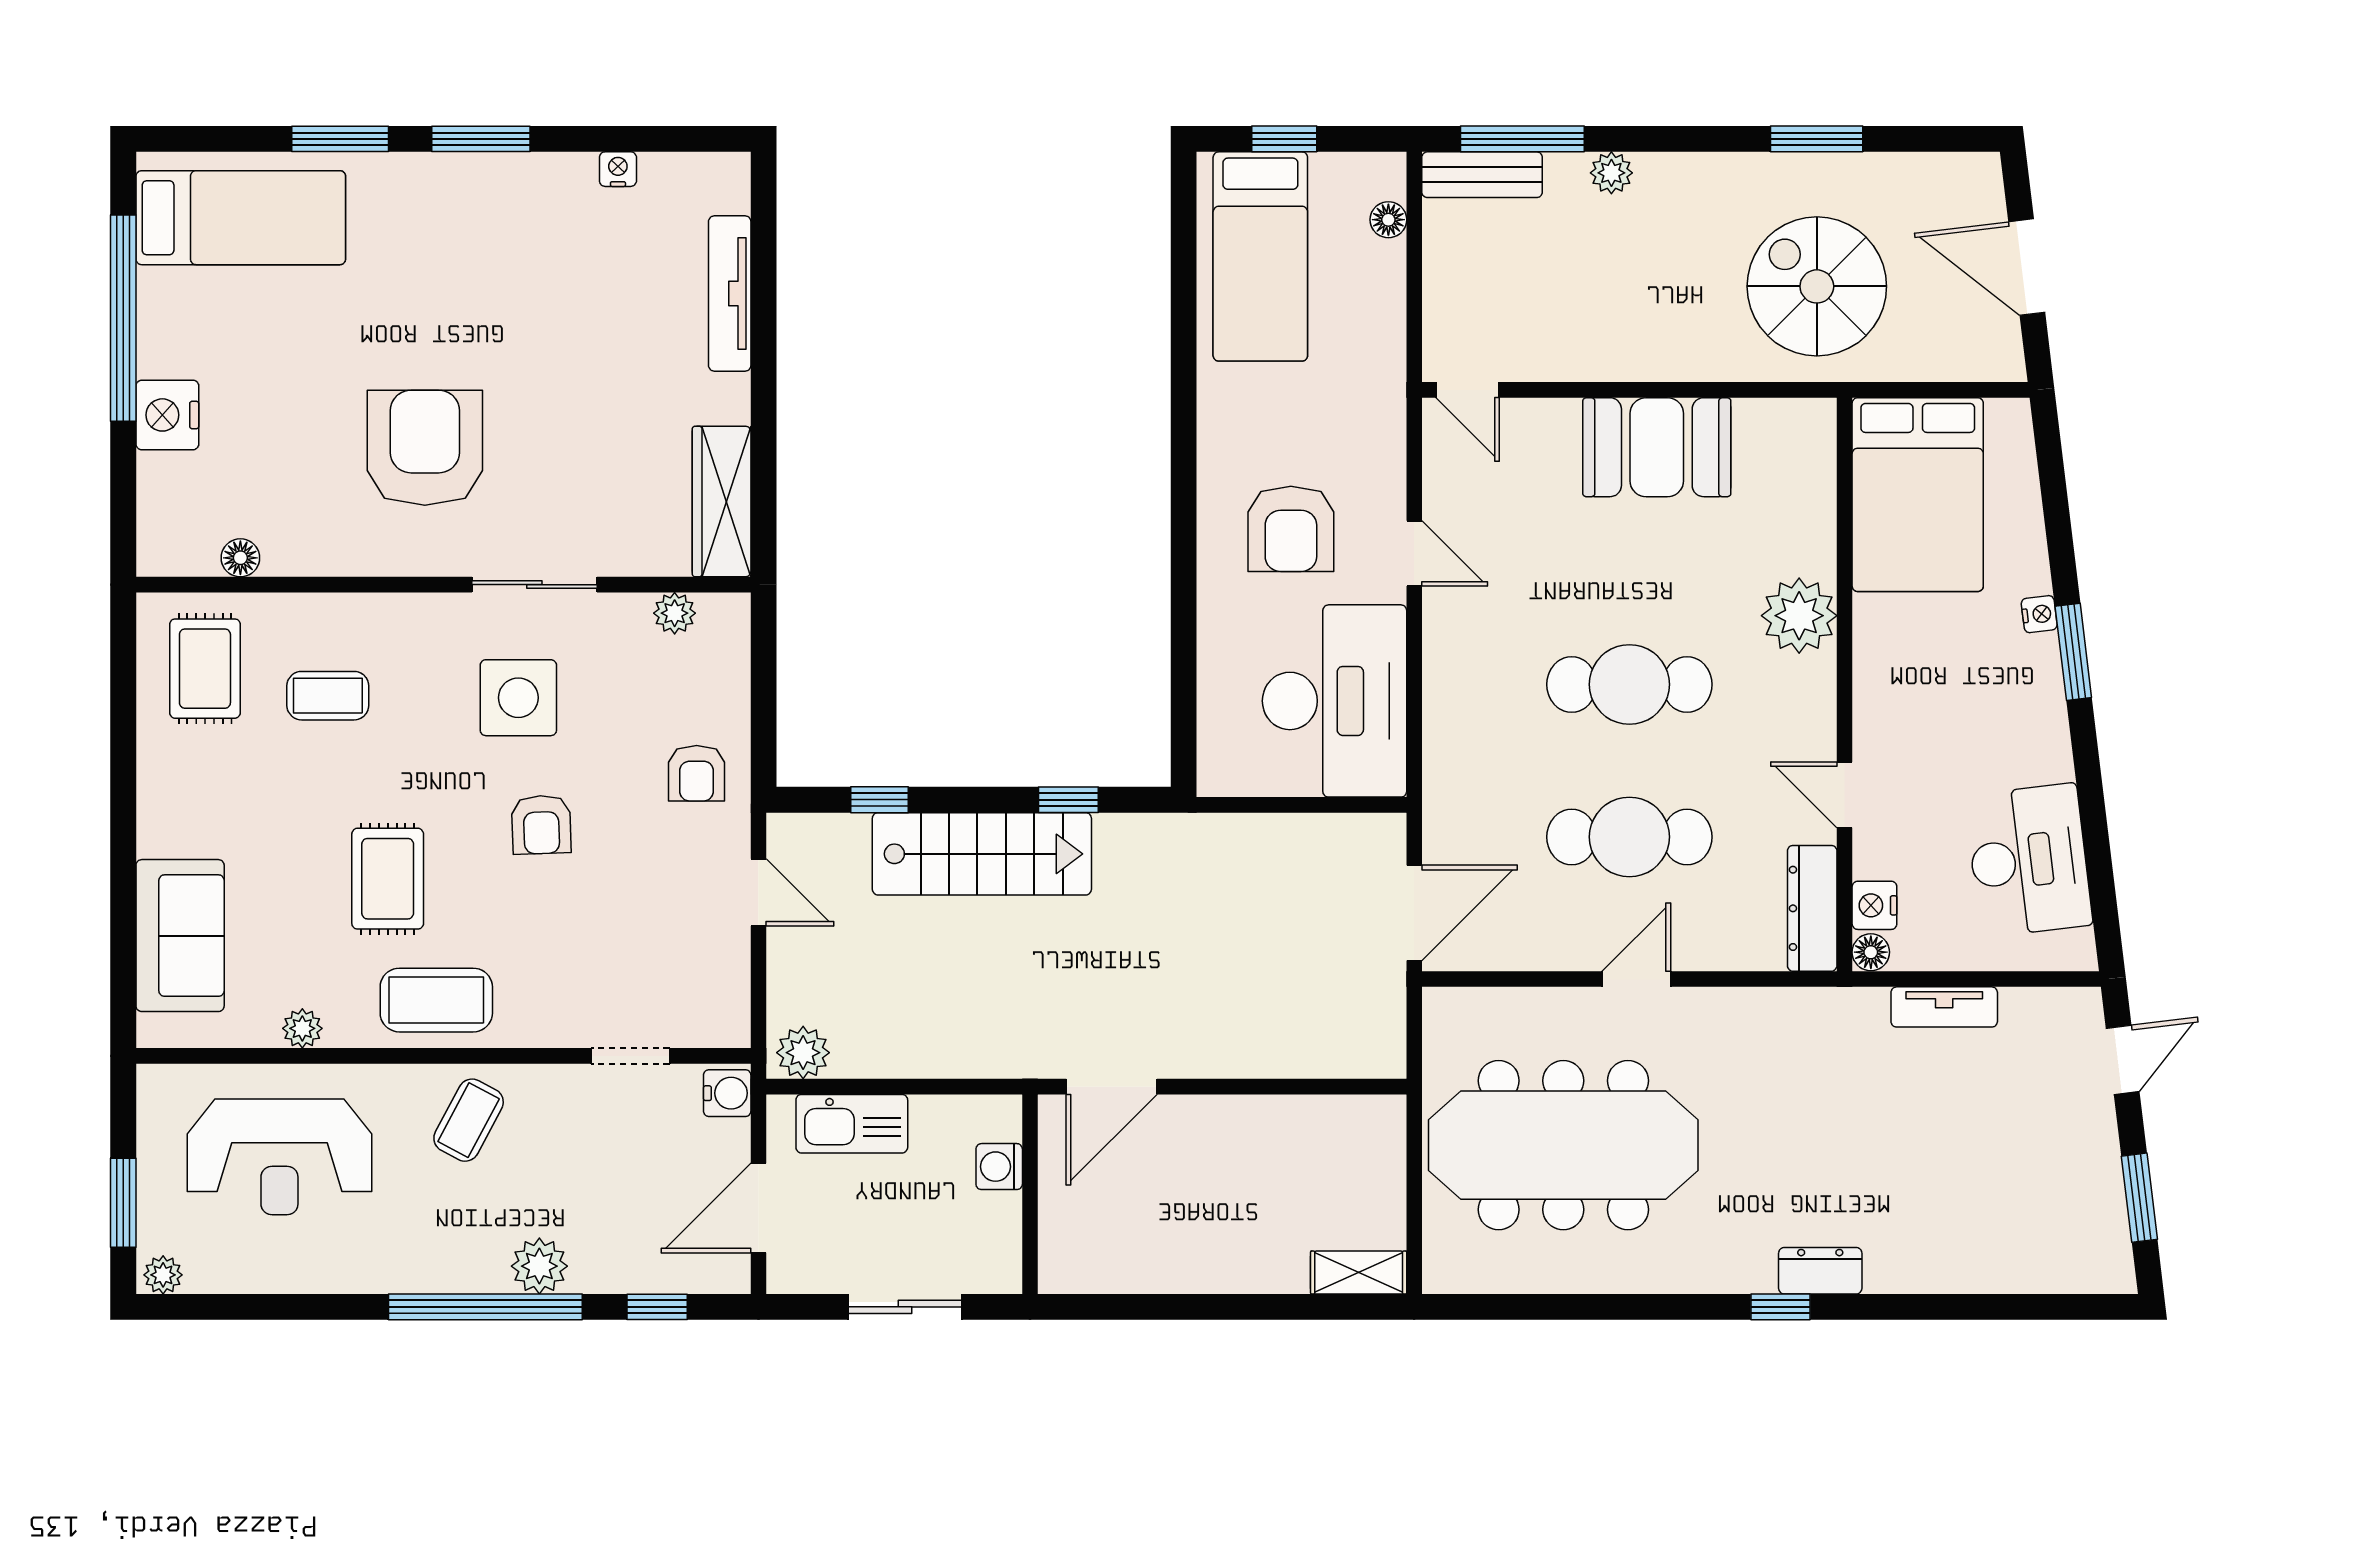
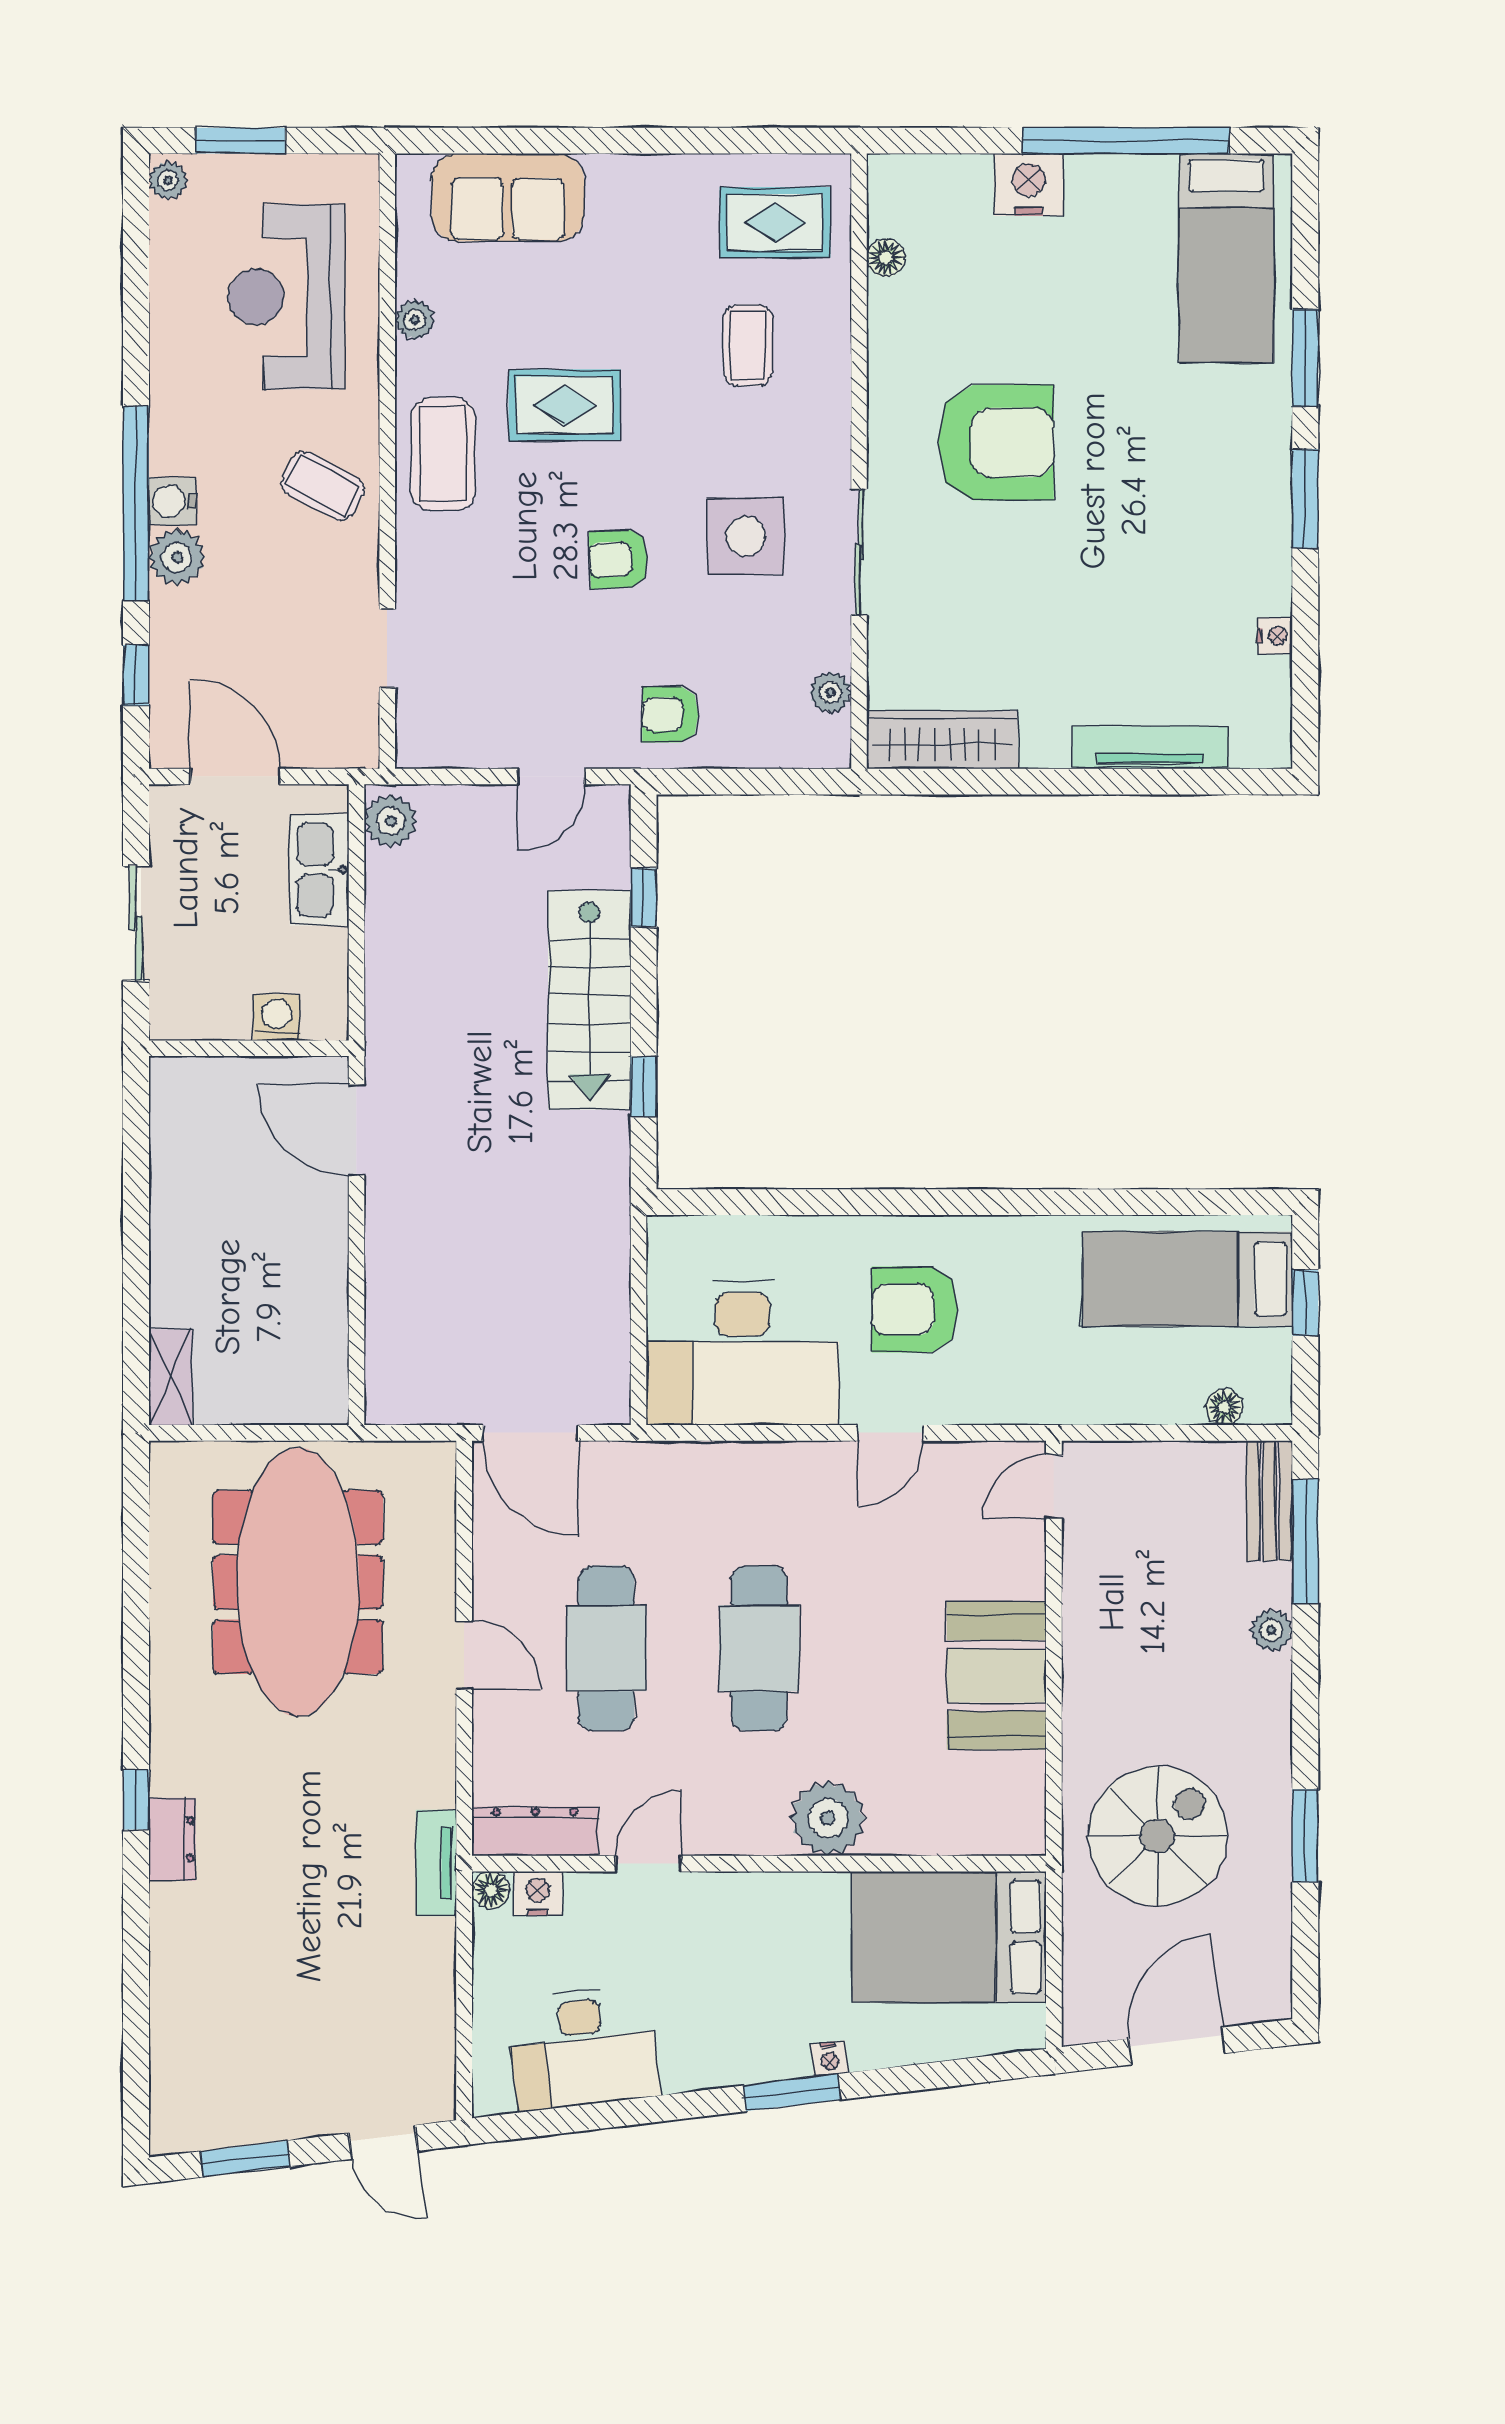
tv unit: (1944, 1007) -> (436, 1863), moved
water cooler: (727, 1093) -> (172, 501), moved, turned 90

